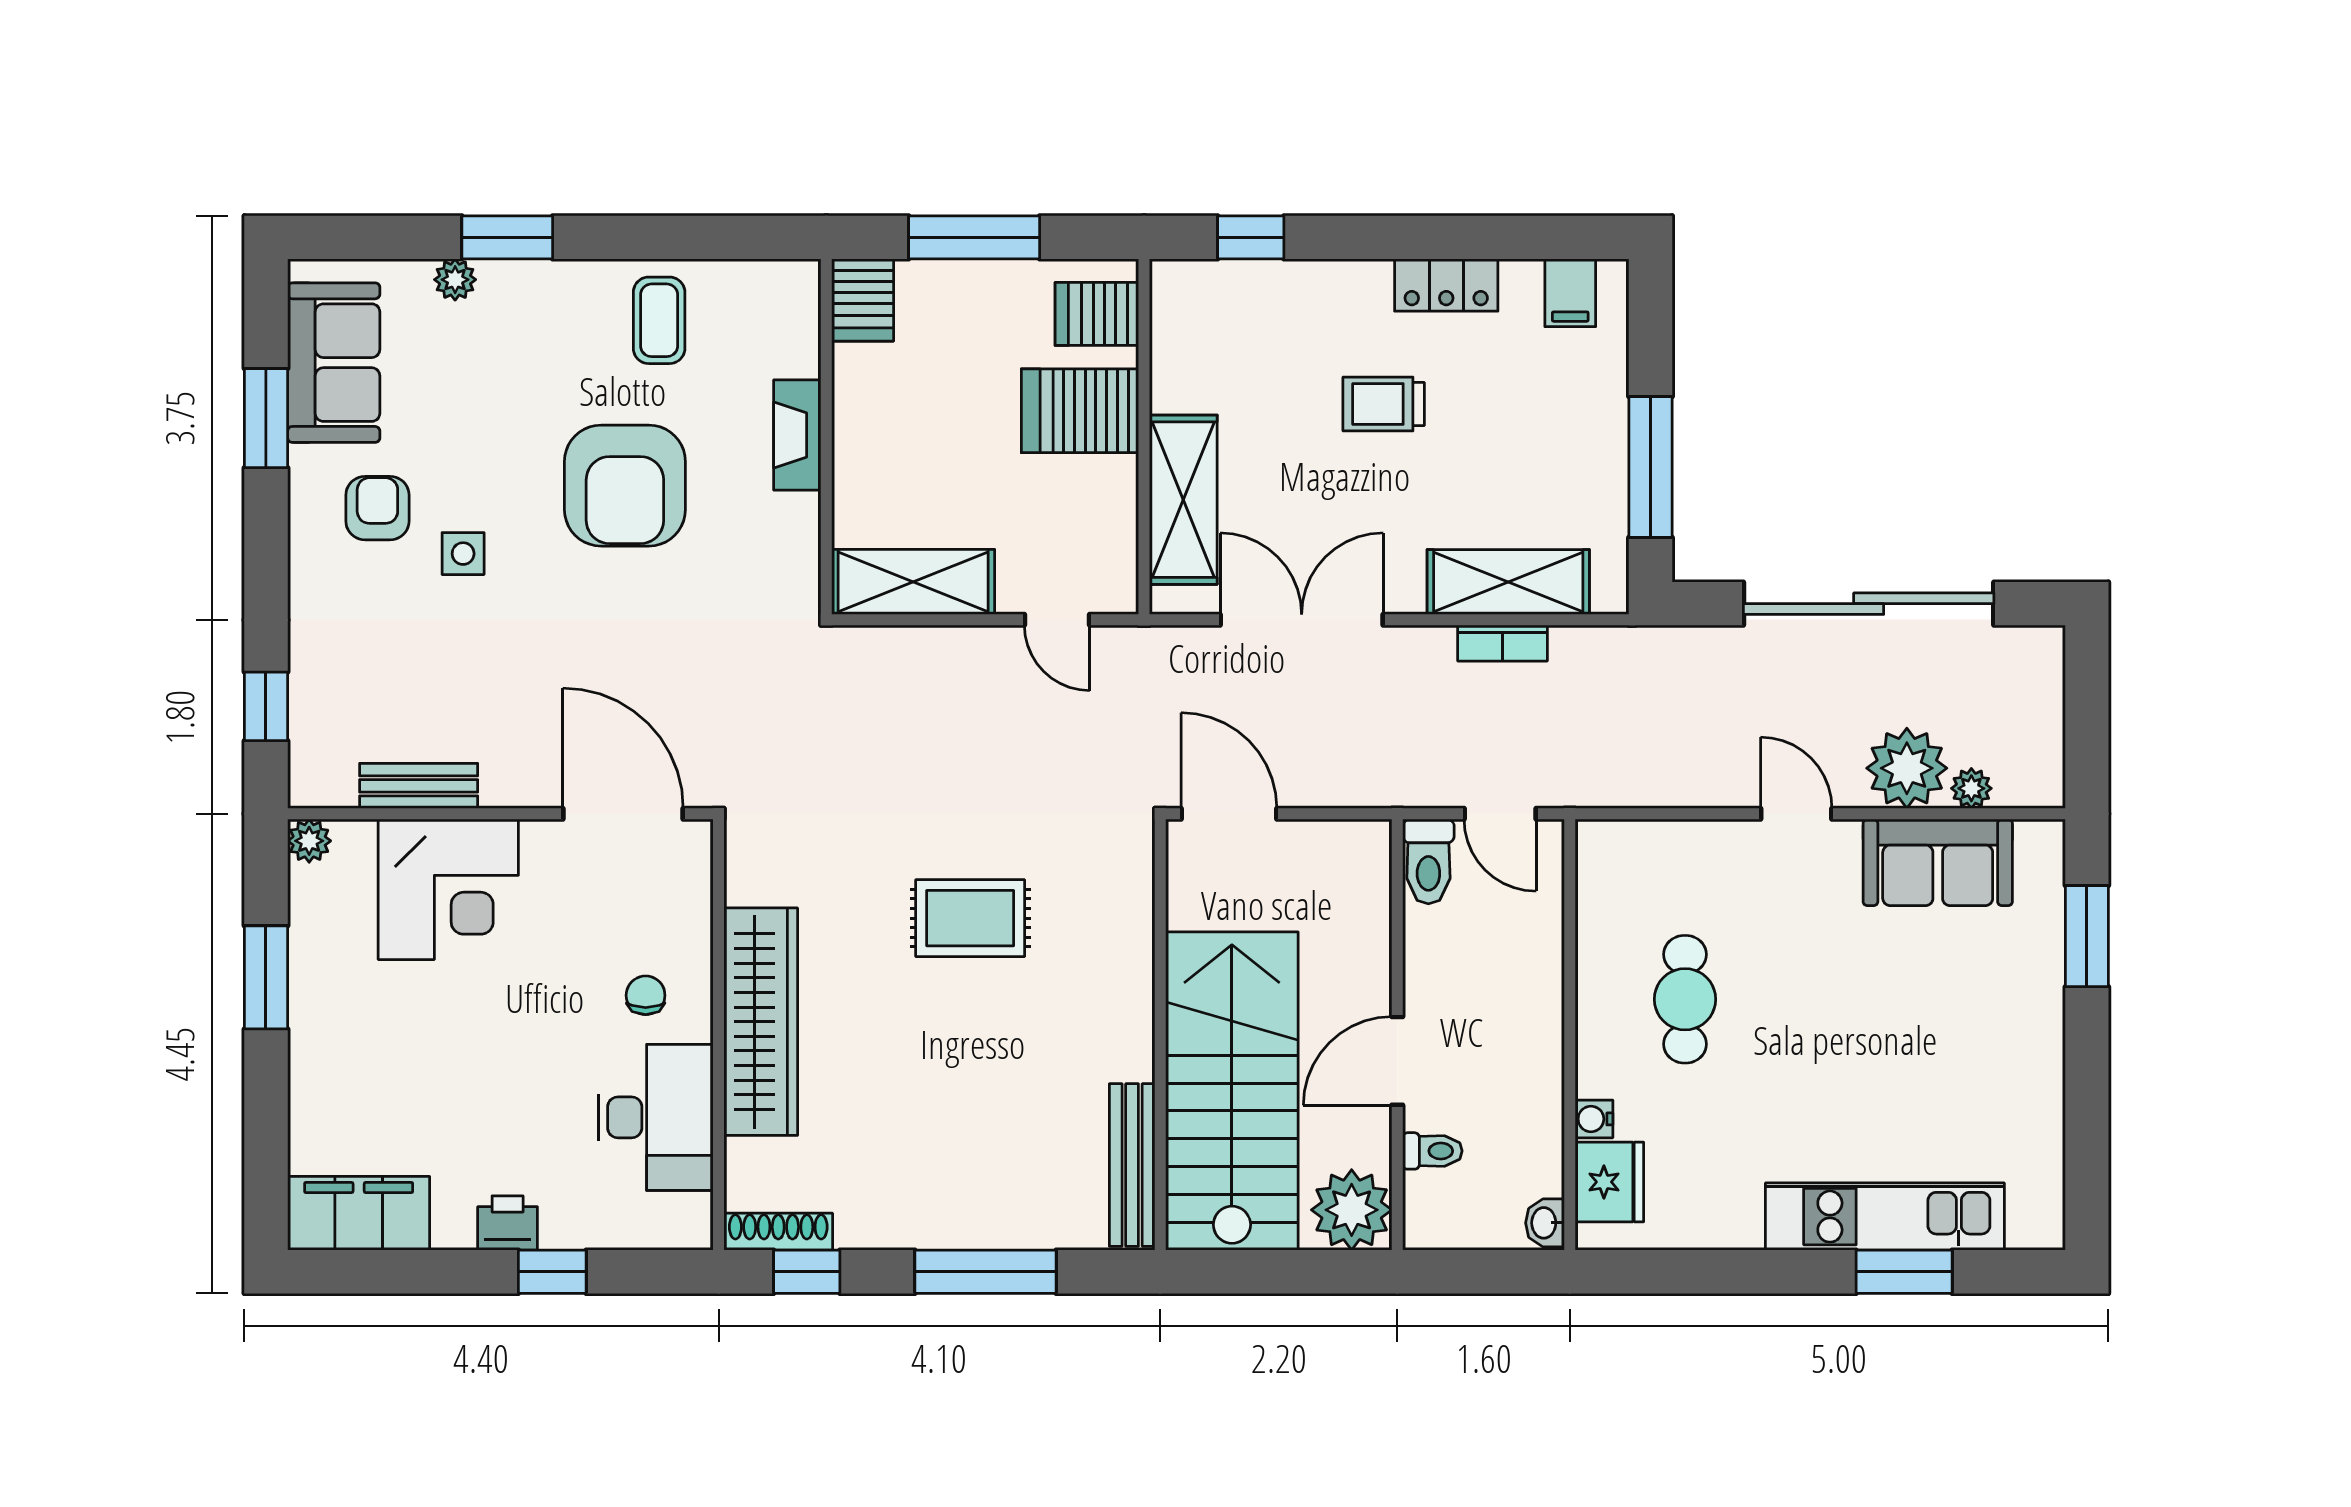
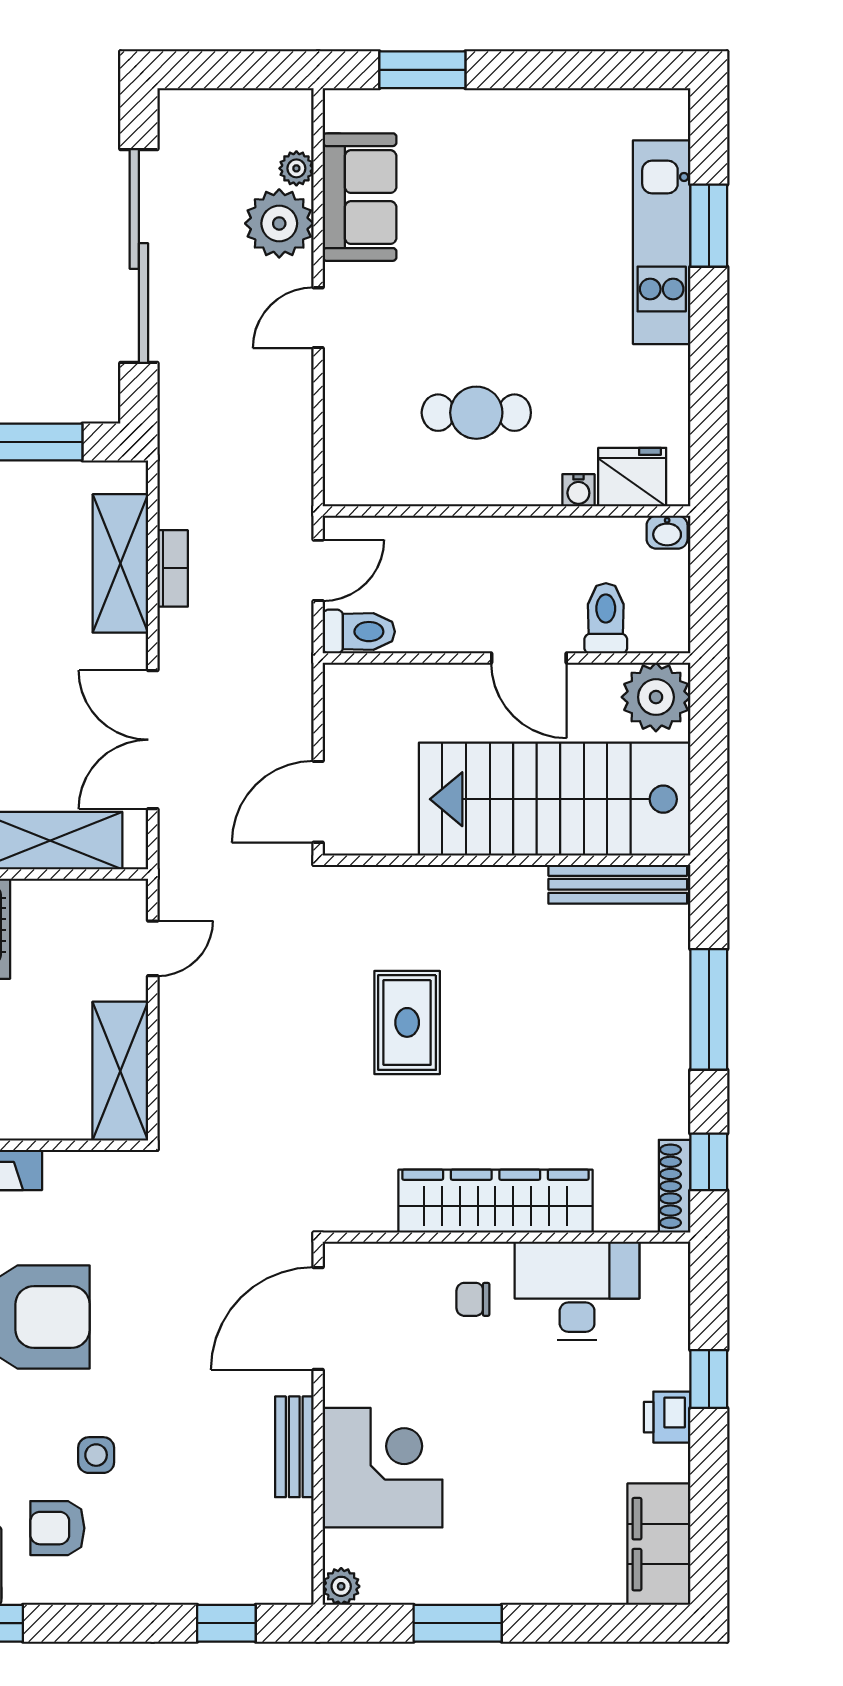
bench: (419, 786) -> (294, 1447), moved
toilet: (1432, 1151) -> (606, 618), width x1.37, depth x1.39

